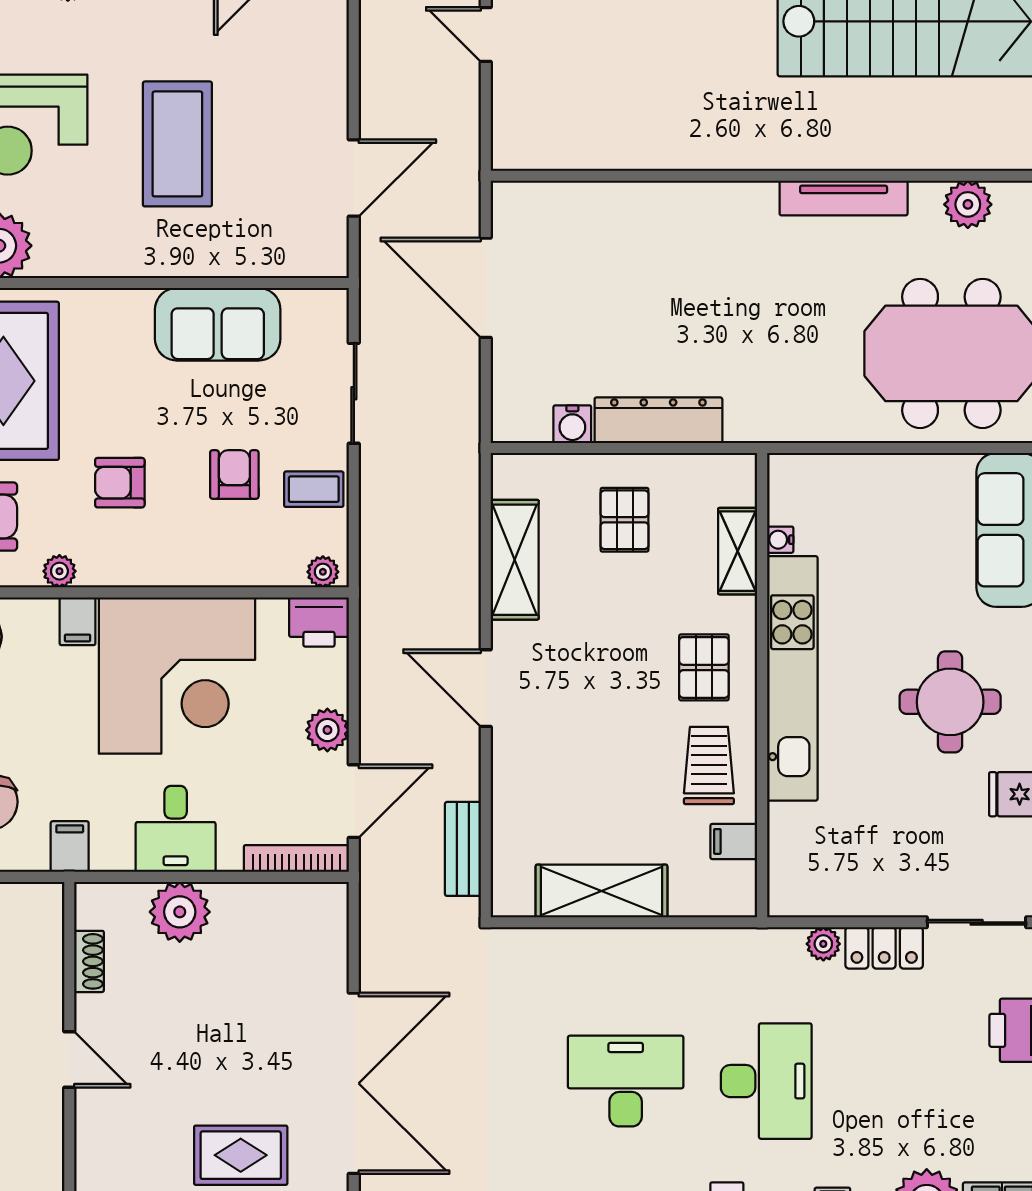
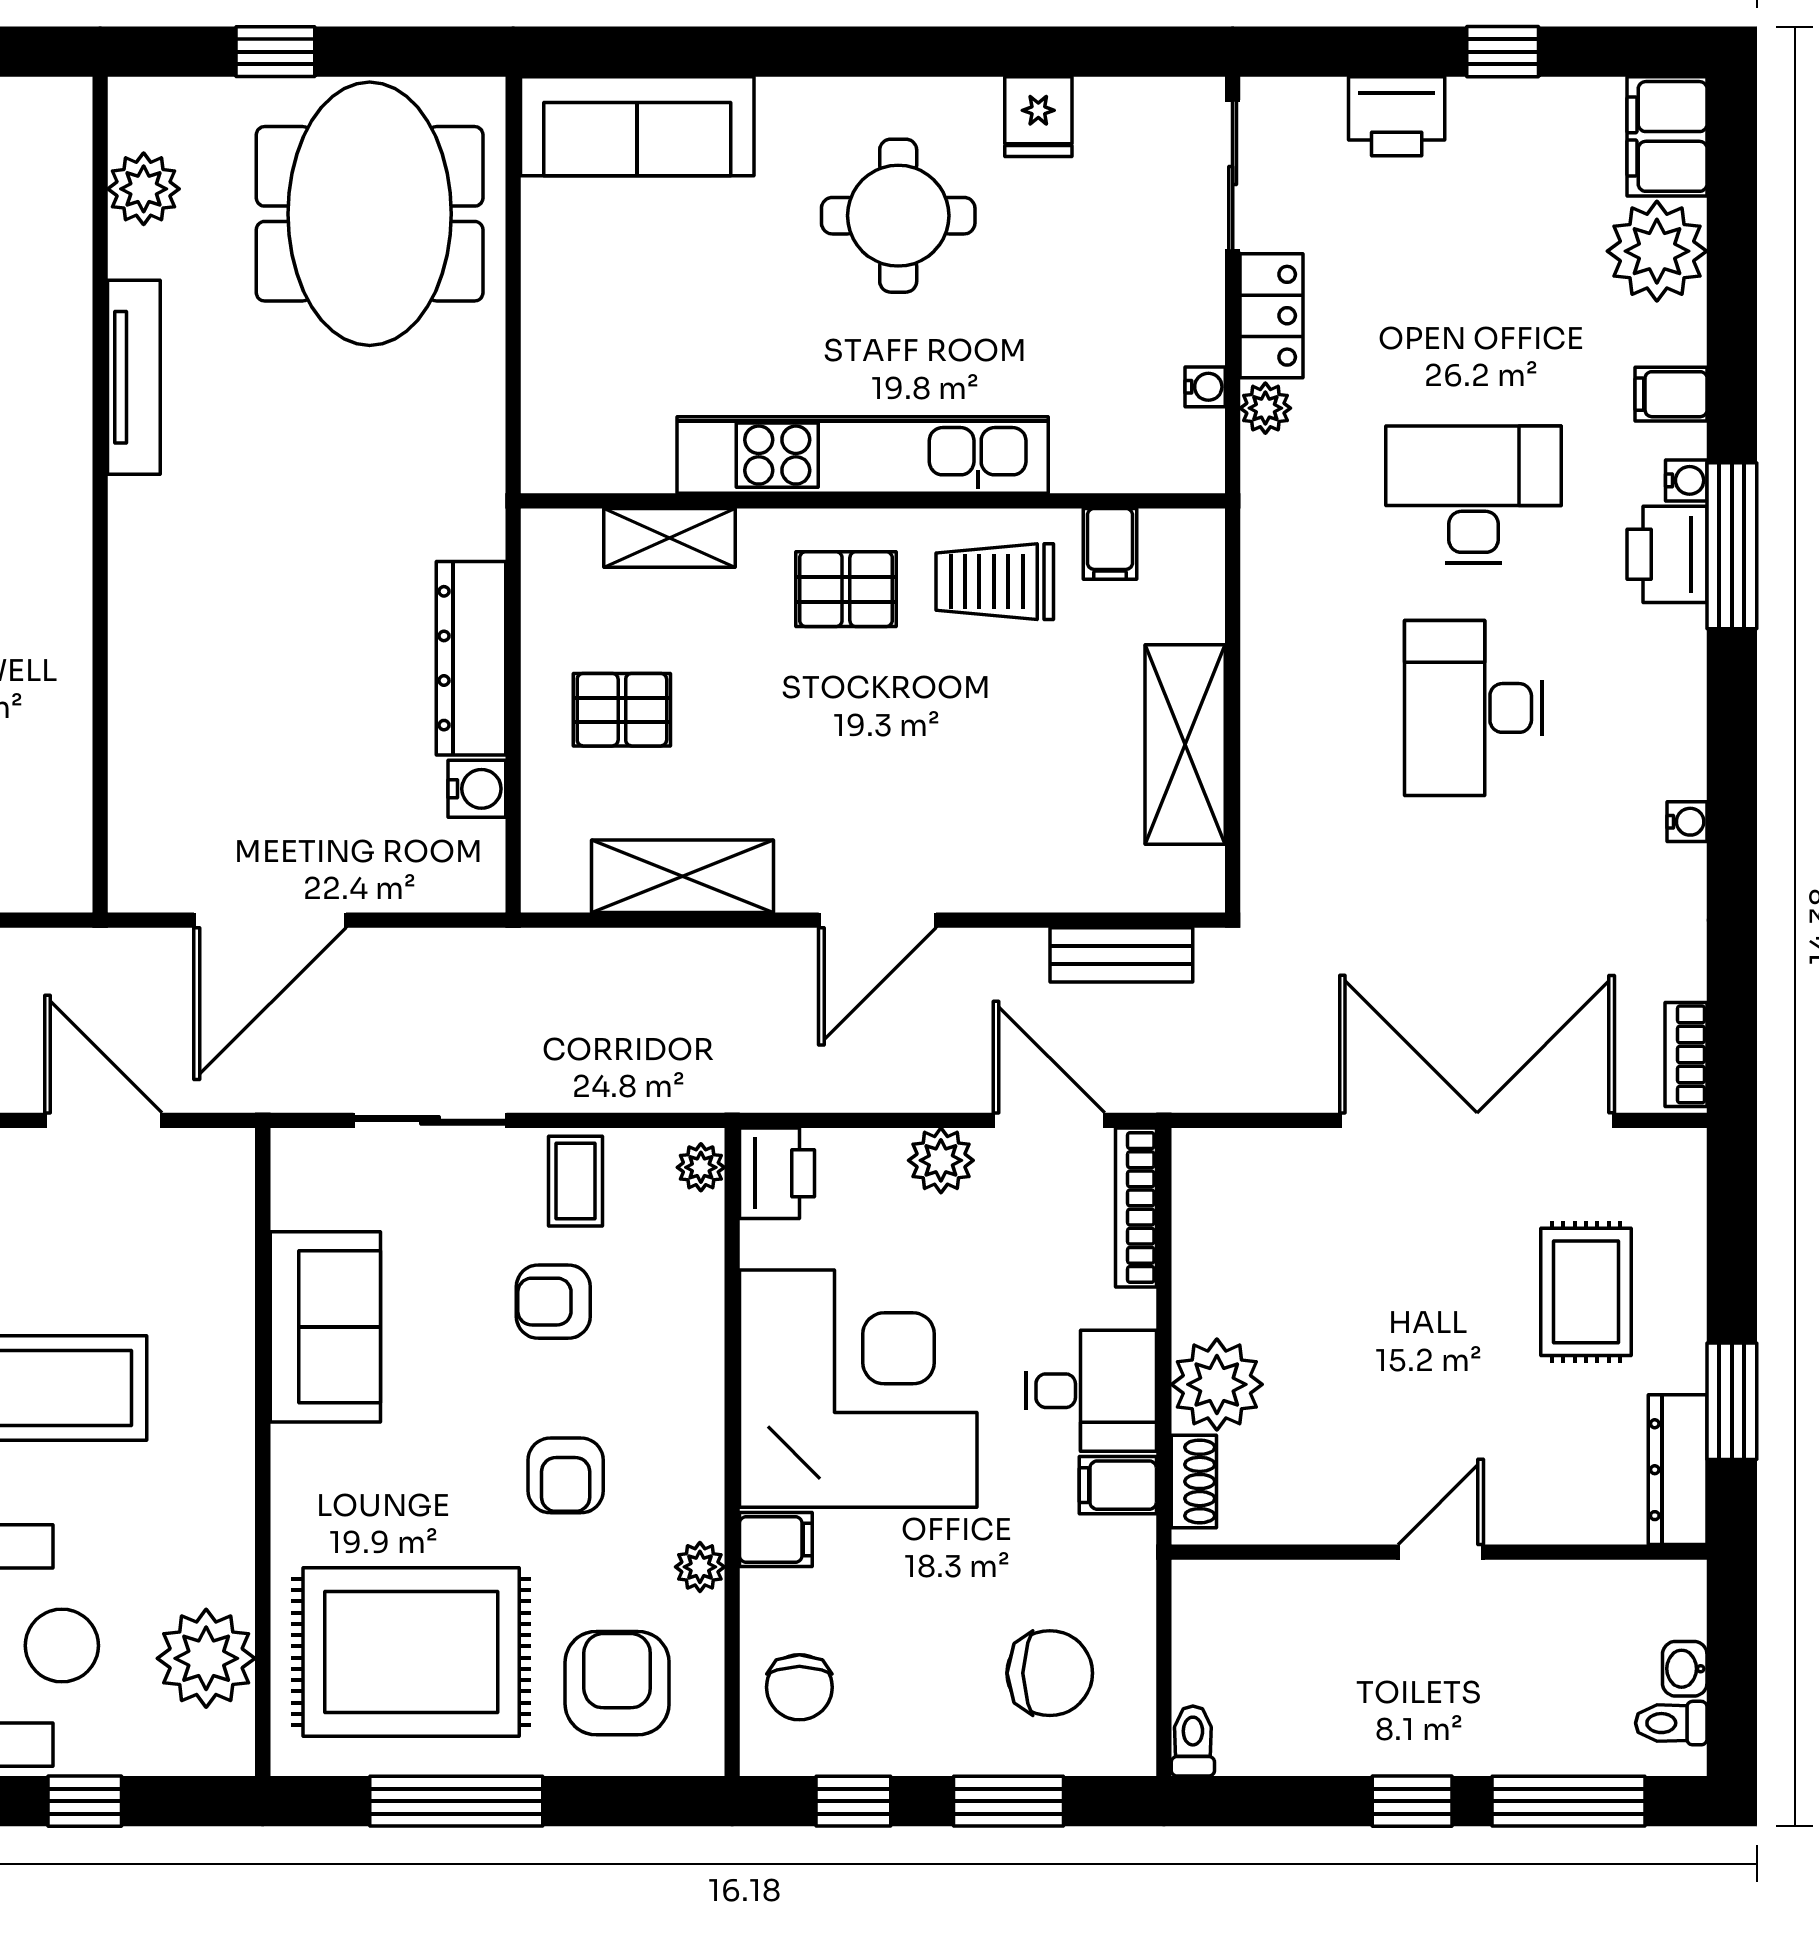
water cooler: (780, 540) -> (1205, 387), moved, turned -90
filing cabinet: (70, 847) -> (1118, 1485), moved
shoe rack: (89, 961) -> (1194, 1481), moved, turned 90

